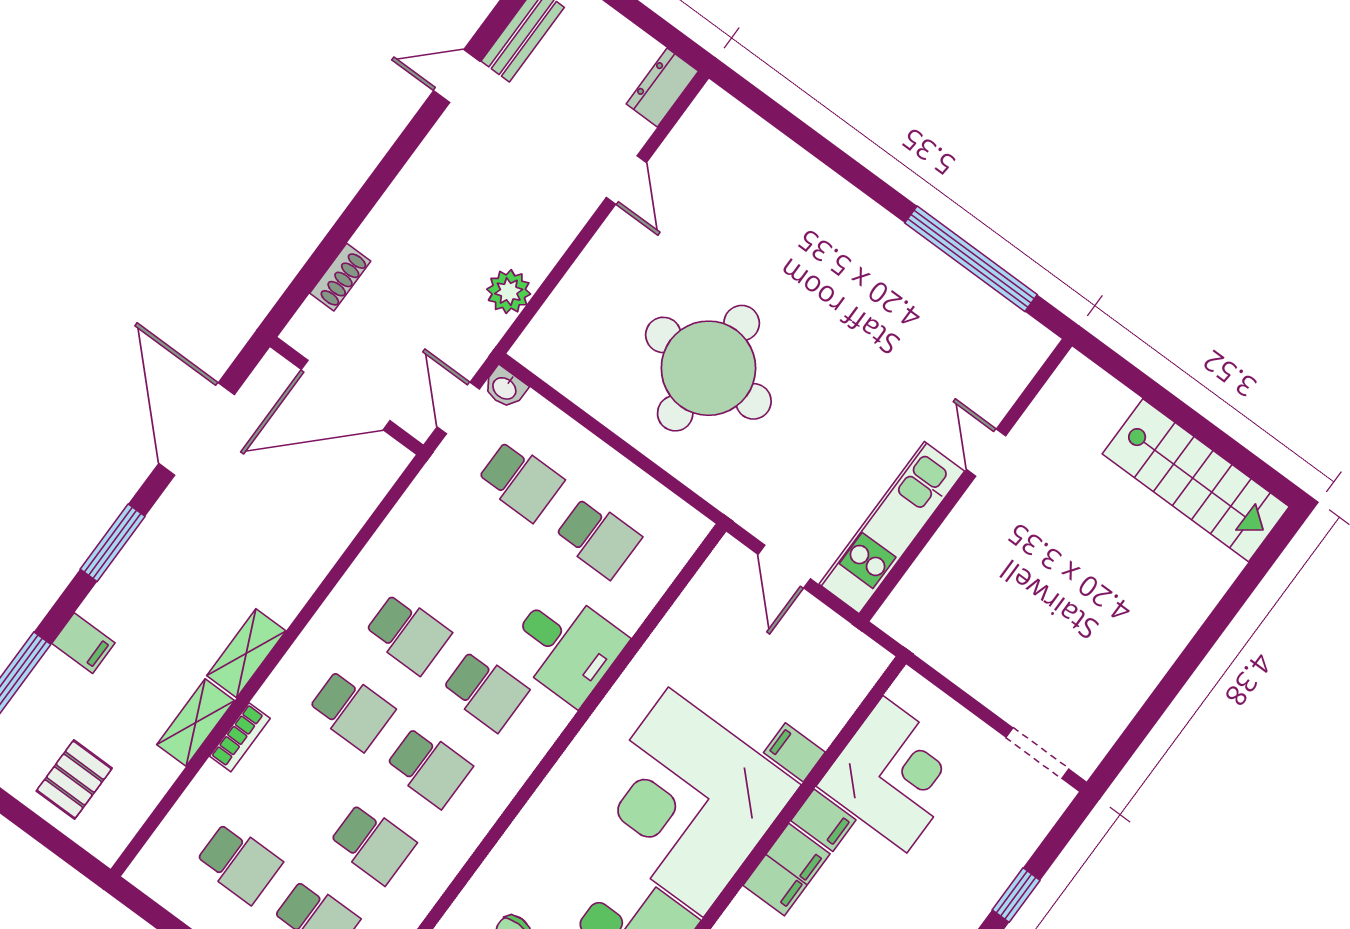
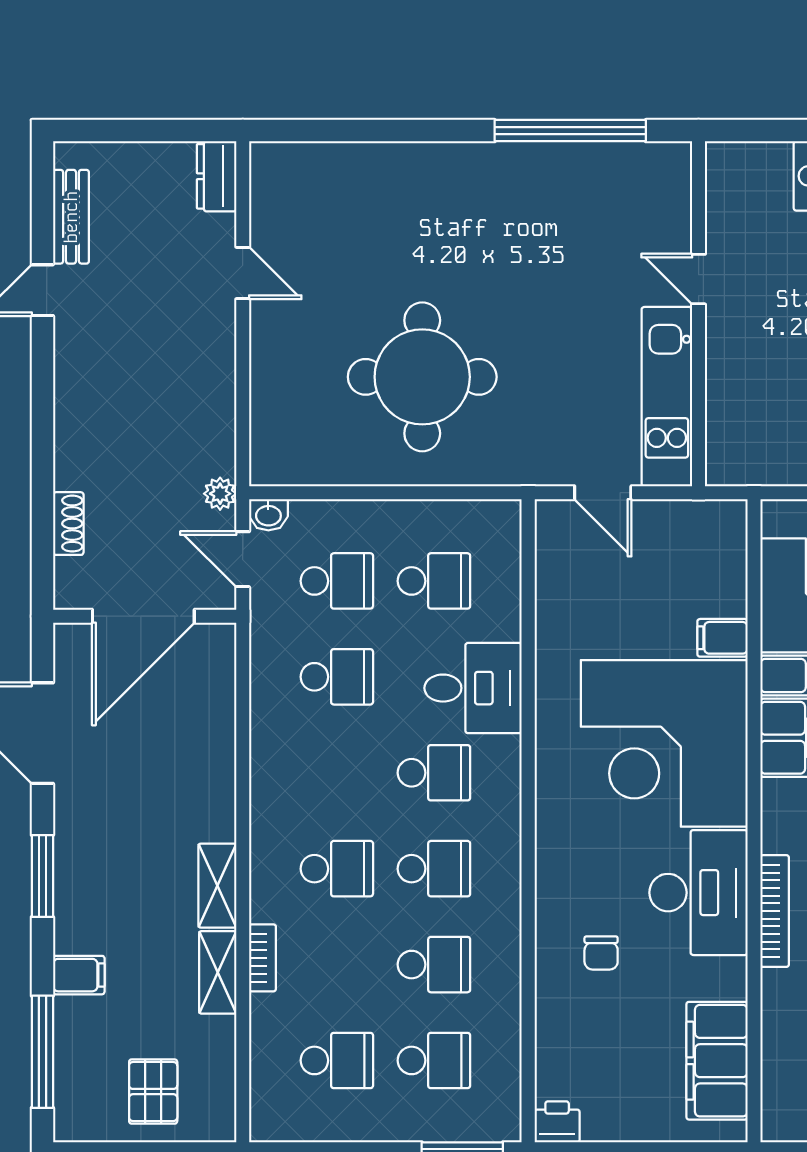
plant: (509, 292) -> (220, 494), moved, width x0.73, depth x0.73
school desk: (408, 633) -> (337, 677), moved

